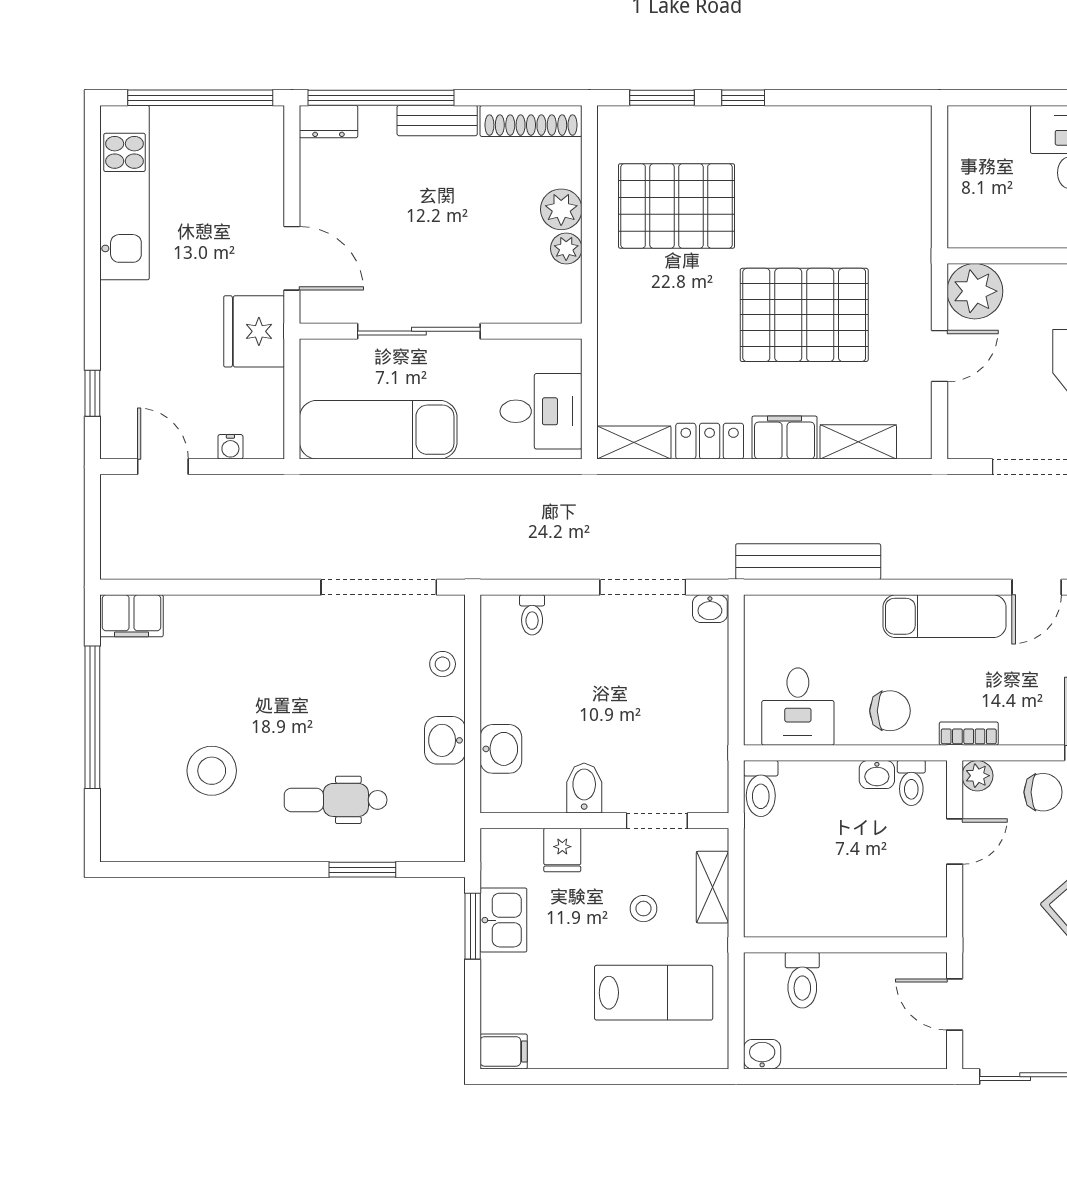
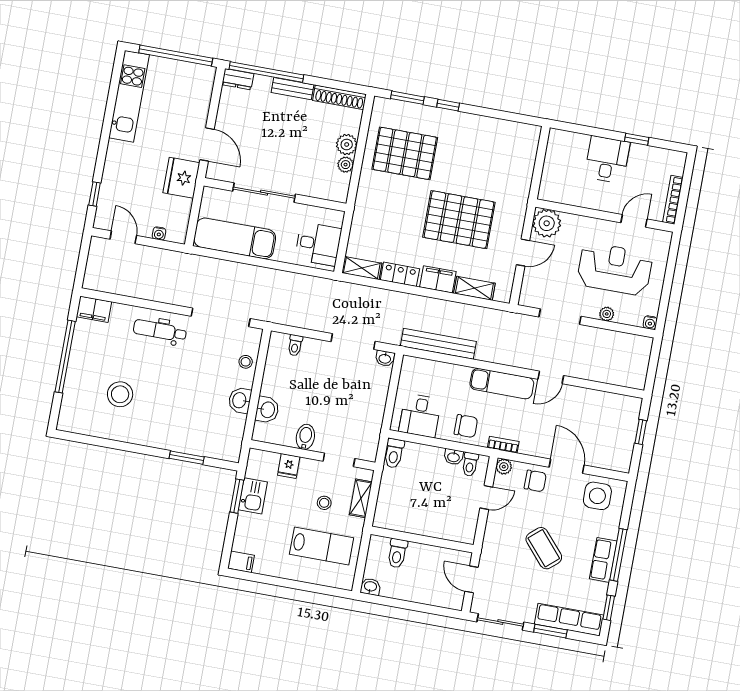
dental chair: (336, 800) -> (160, 331), moved

